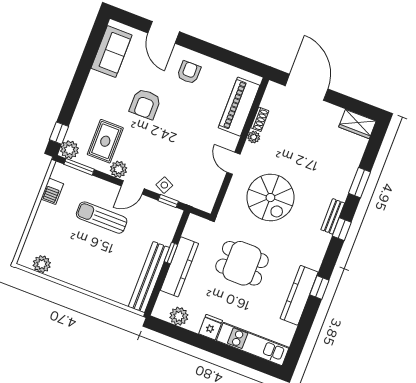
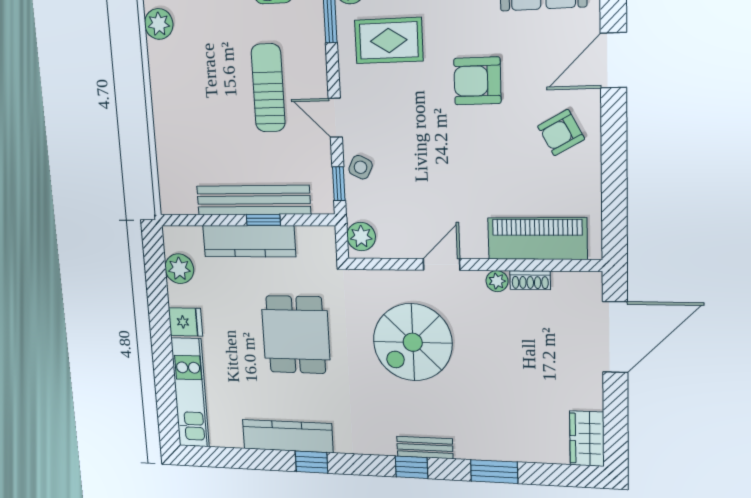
armchair: (189, 72) -> (561, 133), turned 152
plant: (119, 169) -> (361, 236), moved
bench: (149, 277) -> (253, 200), moved

